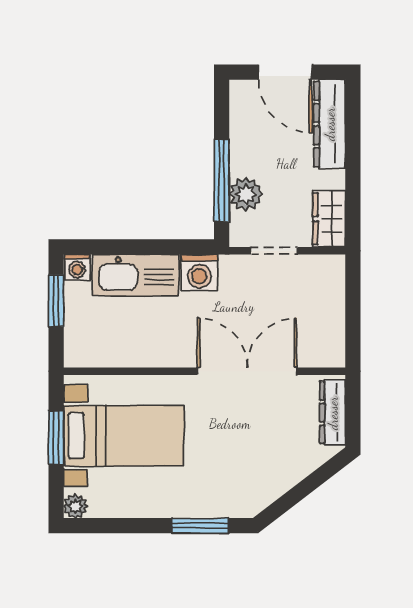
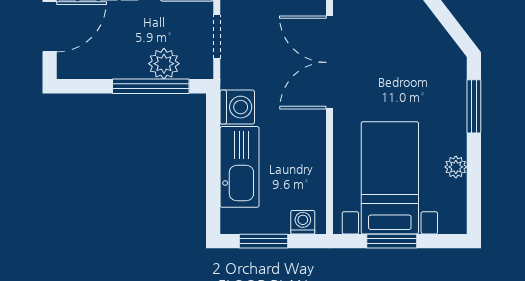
washing machine: (77, 267) -> (303, 222), moved, turned -90
plant: (75, 506) -> (456, 167), moved

